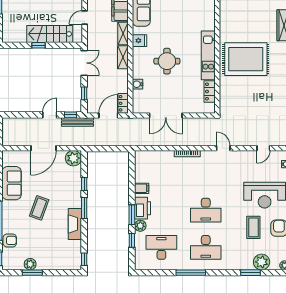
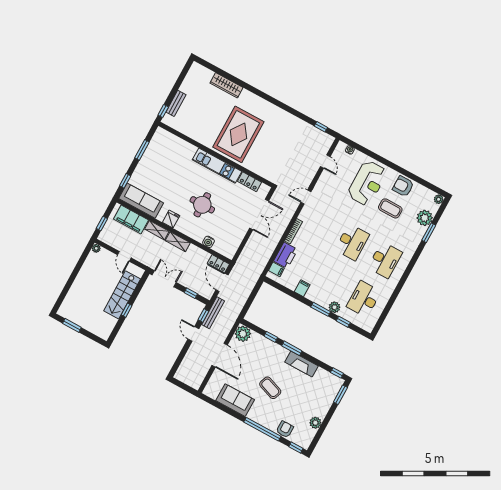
double door: (166, 115) -> (259, 214), moved
filing cabinet: (146, 157) -> (276, 269), added
printer: (143, 208) -> (286, 255), moved, turned 90
window: (32, 273) -> (340, 395), moved
window: (191, 273) -> (400, 285), removed

